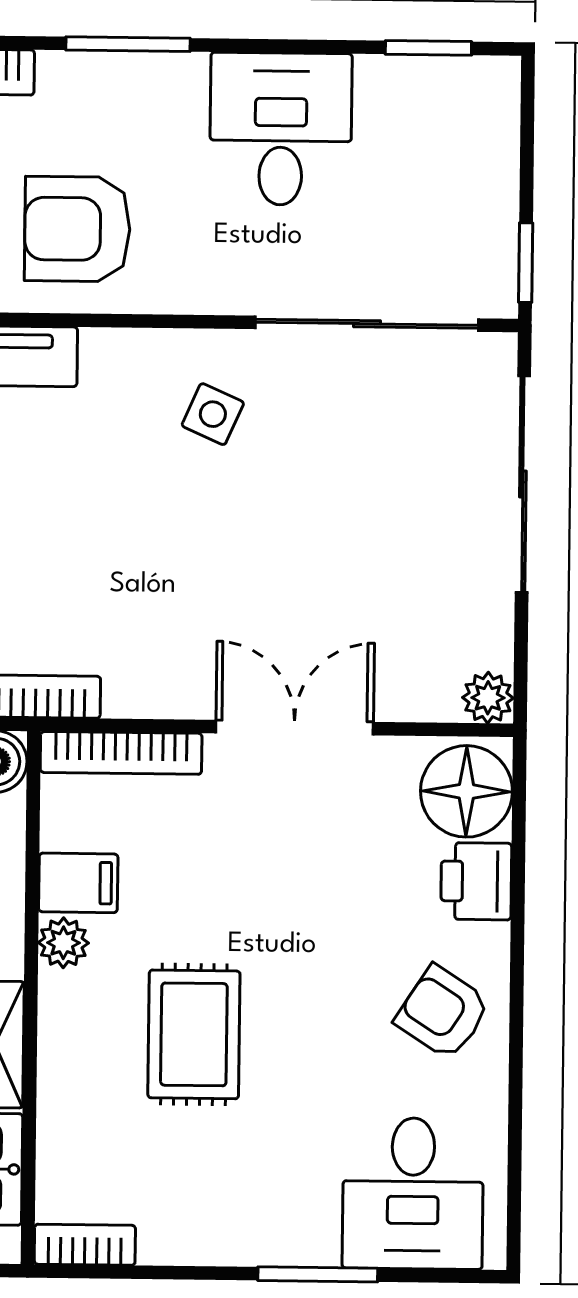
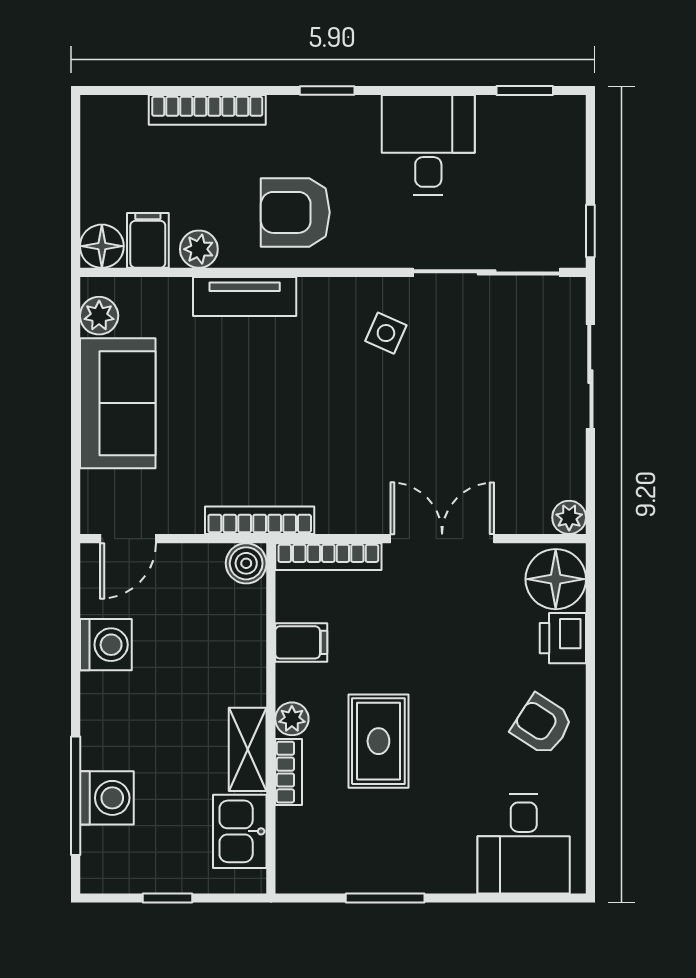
window: (128, 44) -> (327, 91), width x0.67
sliding door: (523, 484) -> (590, 377), width x0.73
plant: (63, 943) -> (292, 719), moved
bookcase: (85, 1245) -> (289, 772), moved, turned 90
window: (318, 1274) -> (385, 898), moved

